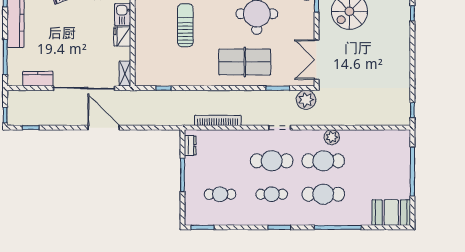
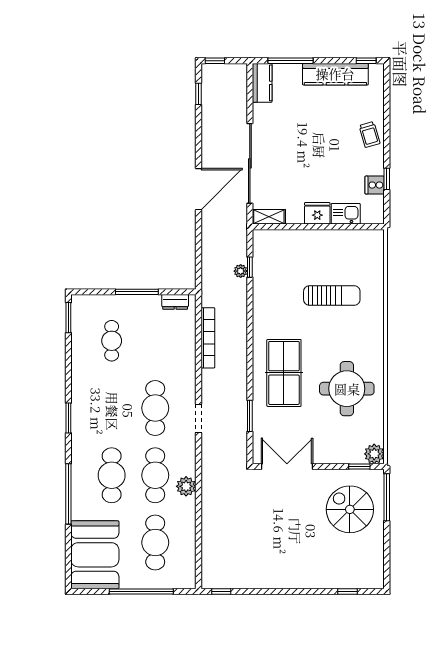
kitchen counter: (38, 79) -> (262, 83), moved
plant: (306, 100) -> (241, 271), moved, width x0.53, depth x0.53
cafe table: (272, 194) -> (155, 543), moved, width x1.37, depth x1.35
booth: (391, 213) -> (95, 555), width x1.36, depth x1.42

